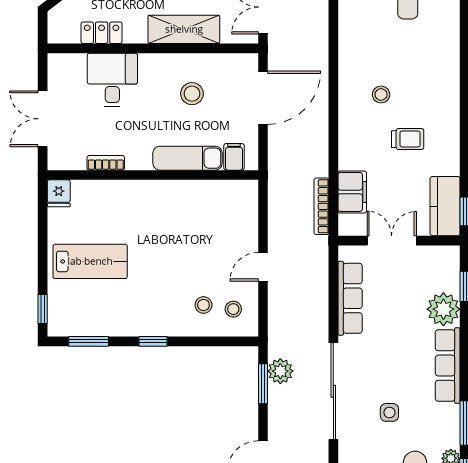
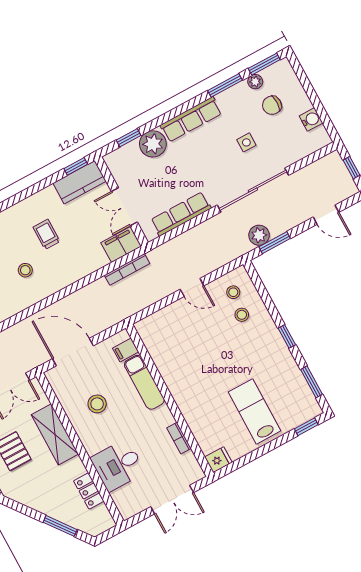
filing cabinet: (352, 192) -> (121, 244), moved

